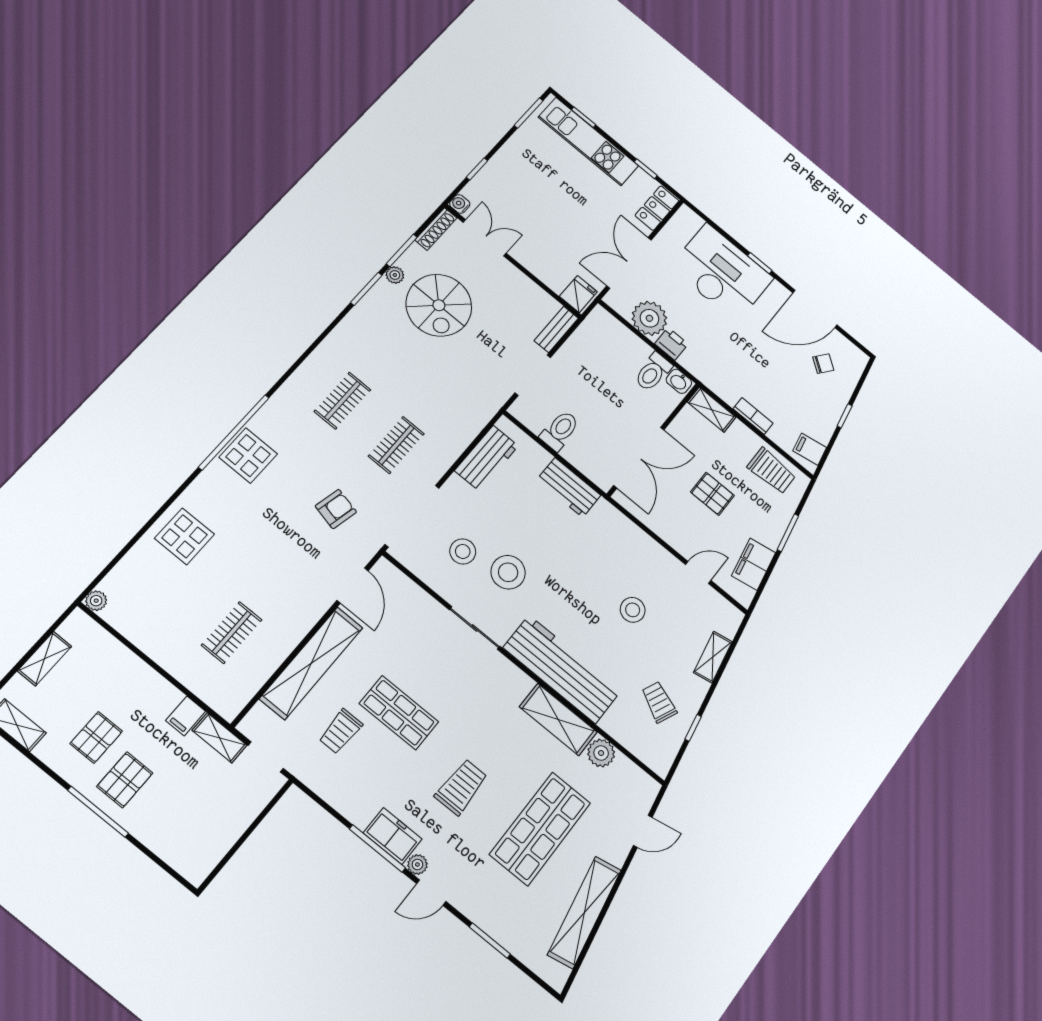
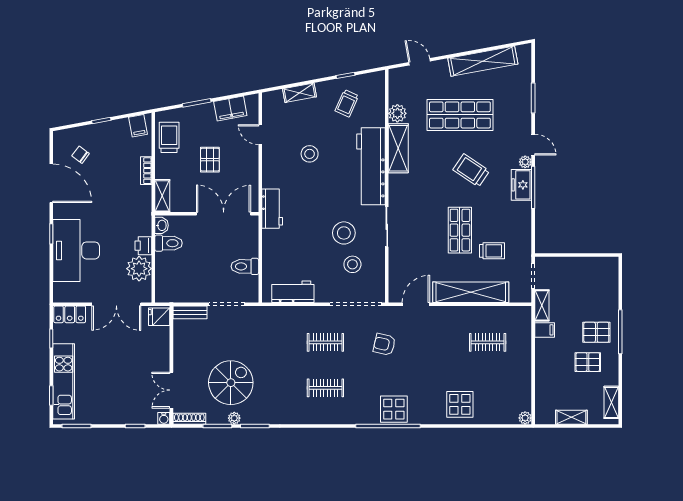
workbench: (569, 487) -> (272, 209), moved
trolley: (461, 787) -> (471, 170), turned 34

